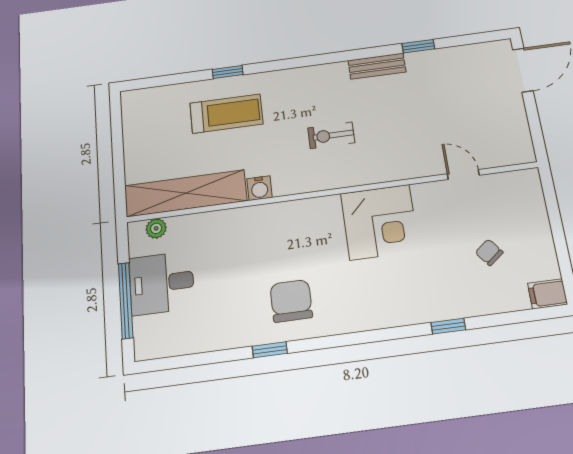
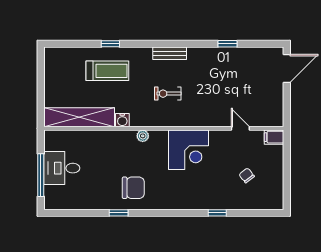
bench: (377, 66) -> (170, 53), moved
plant: (156, 228) -> (143, 136), moved
filing cabinet: (548, 294) -> (274, 137), moved
chair: (291, 301) -> (133, 188), turned 90

